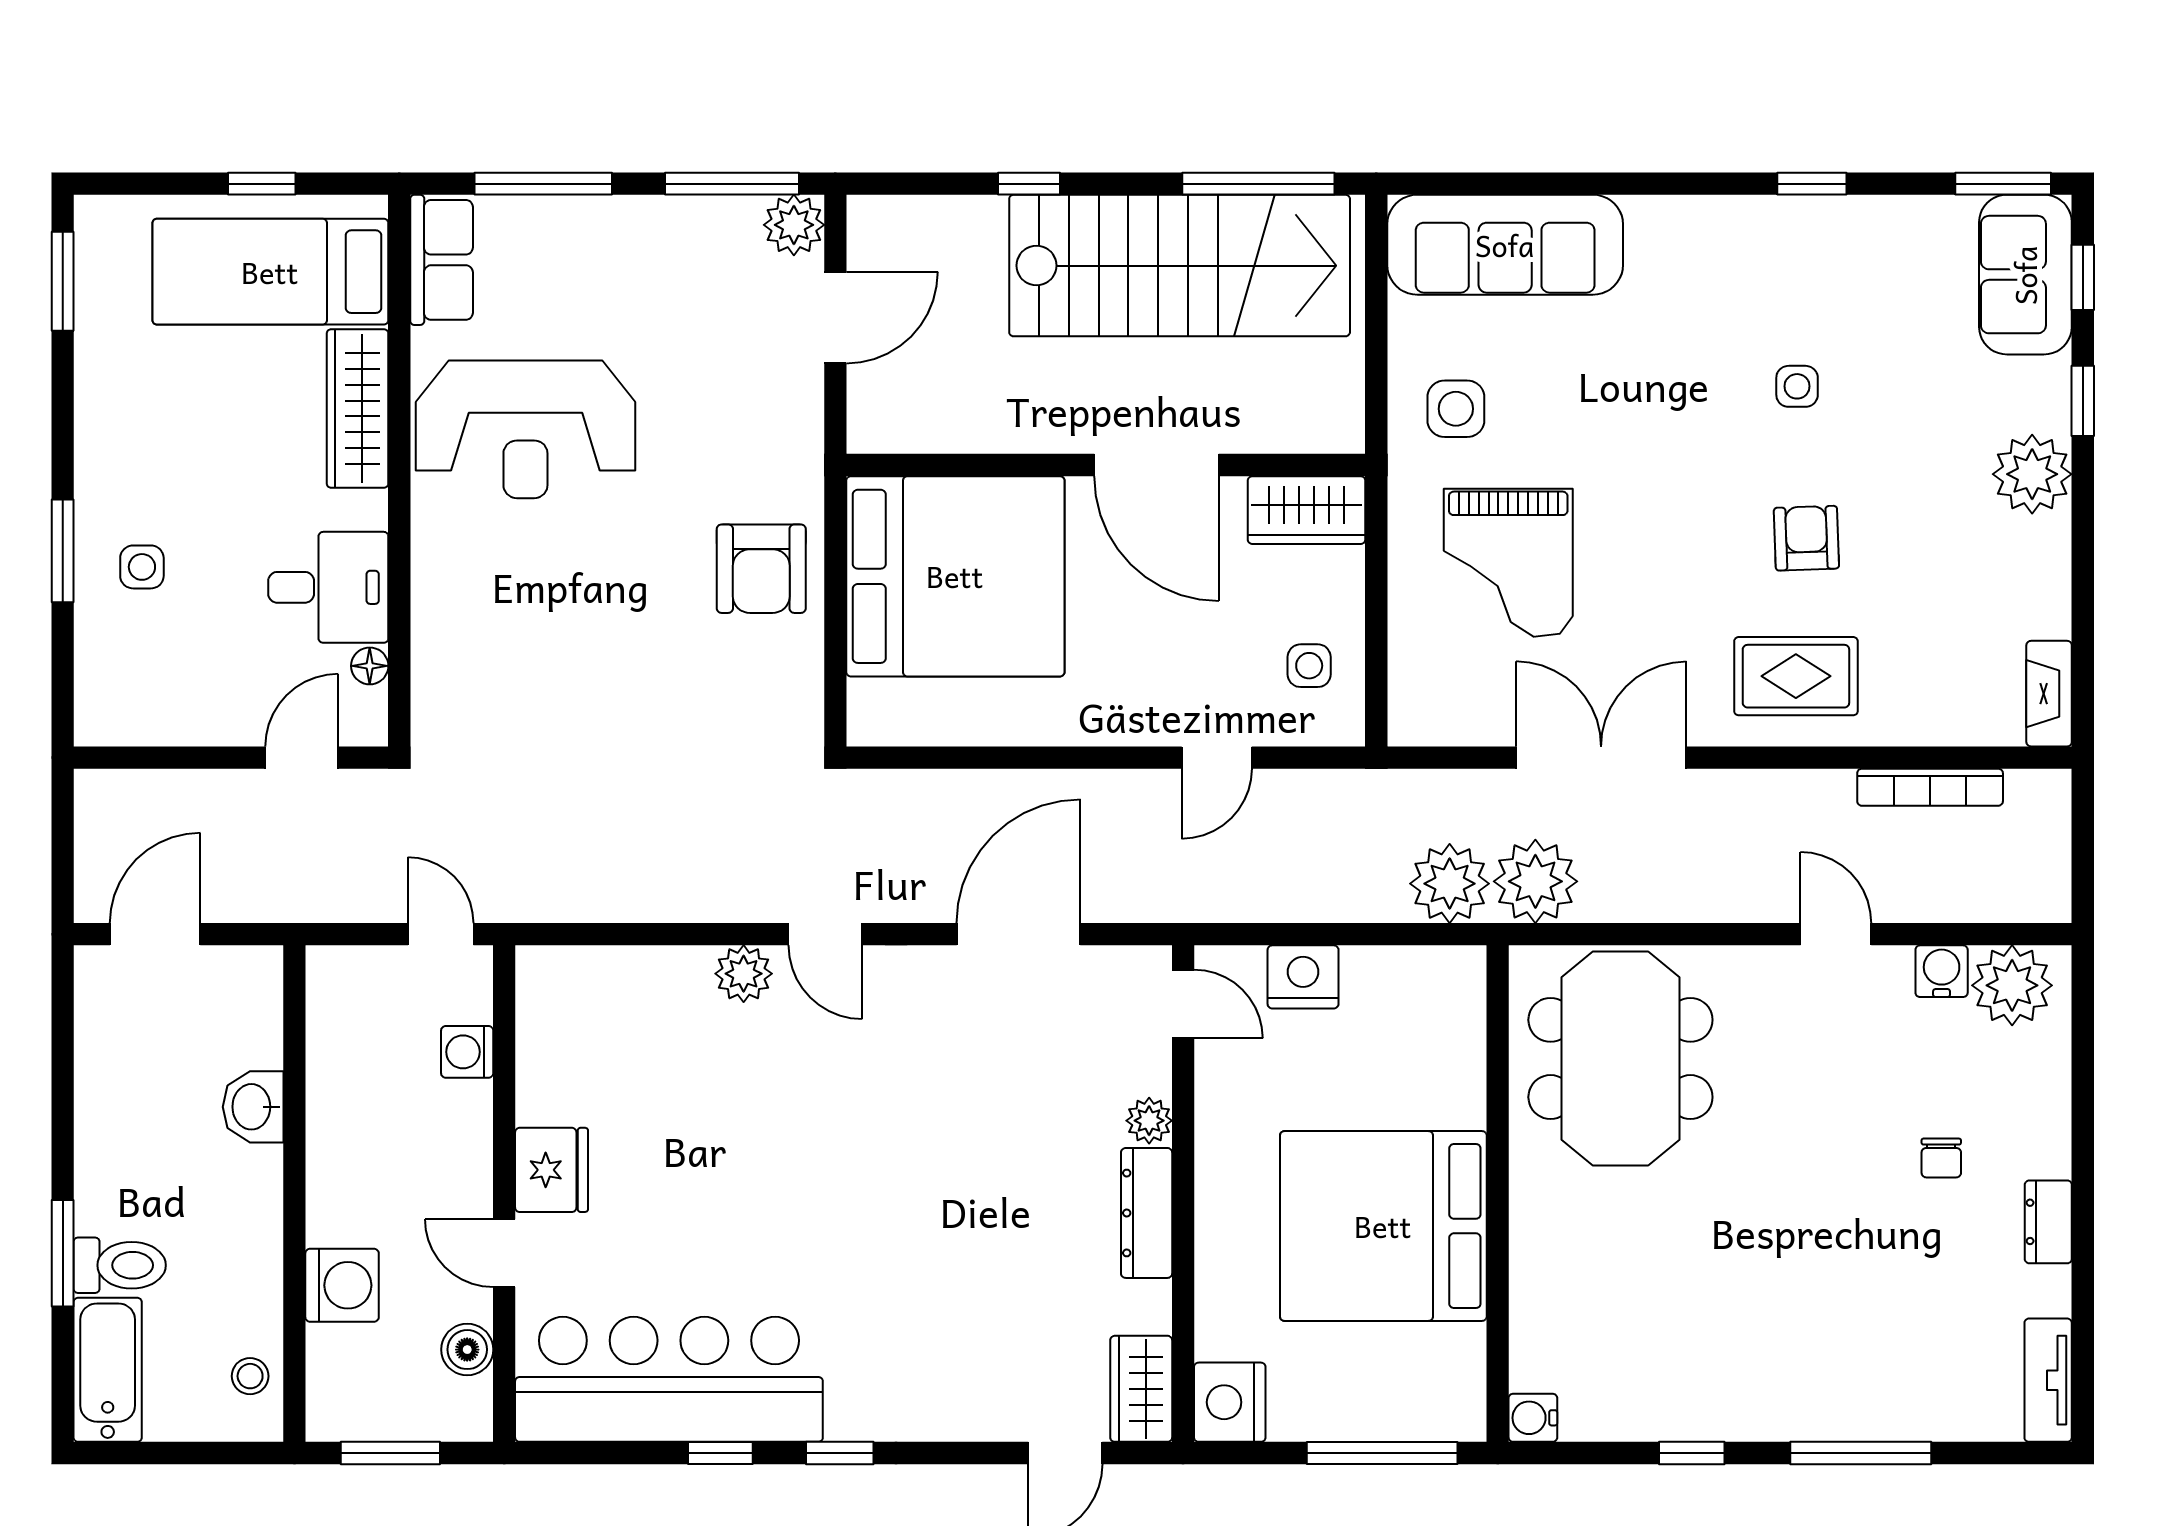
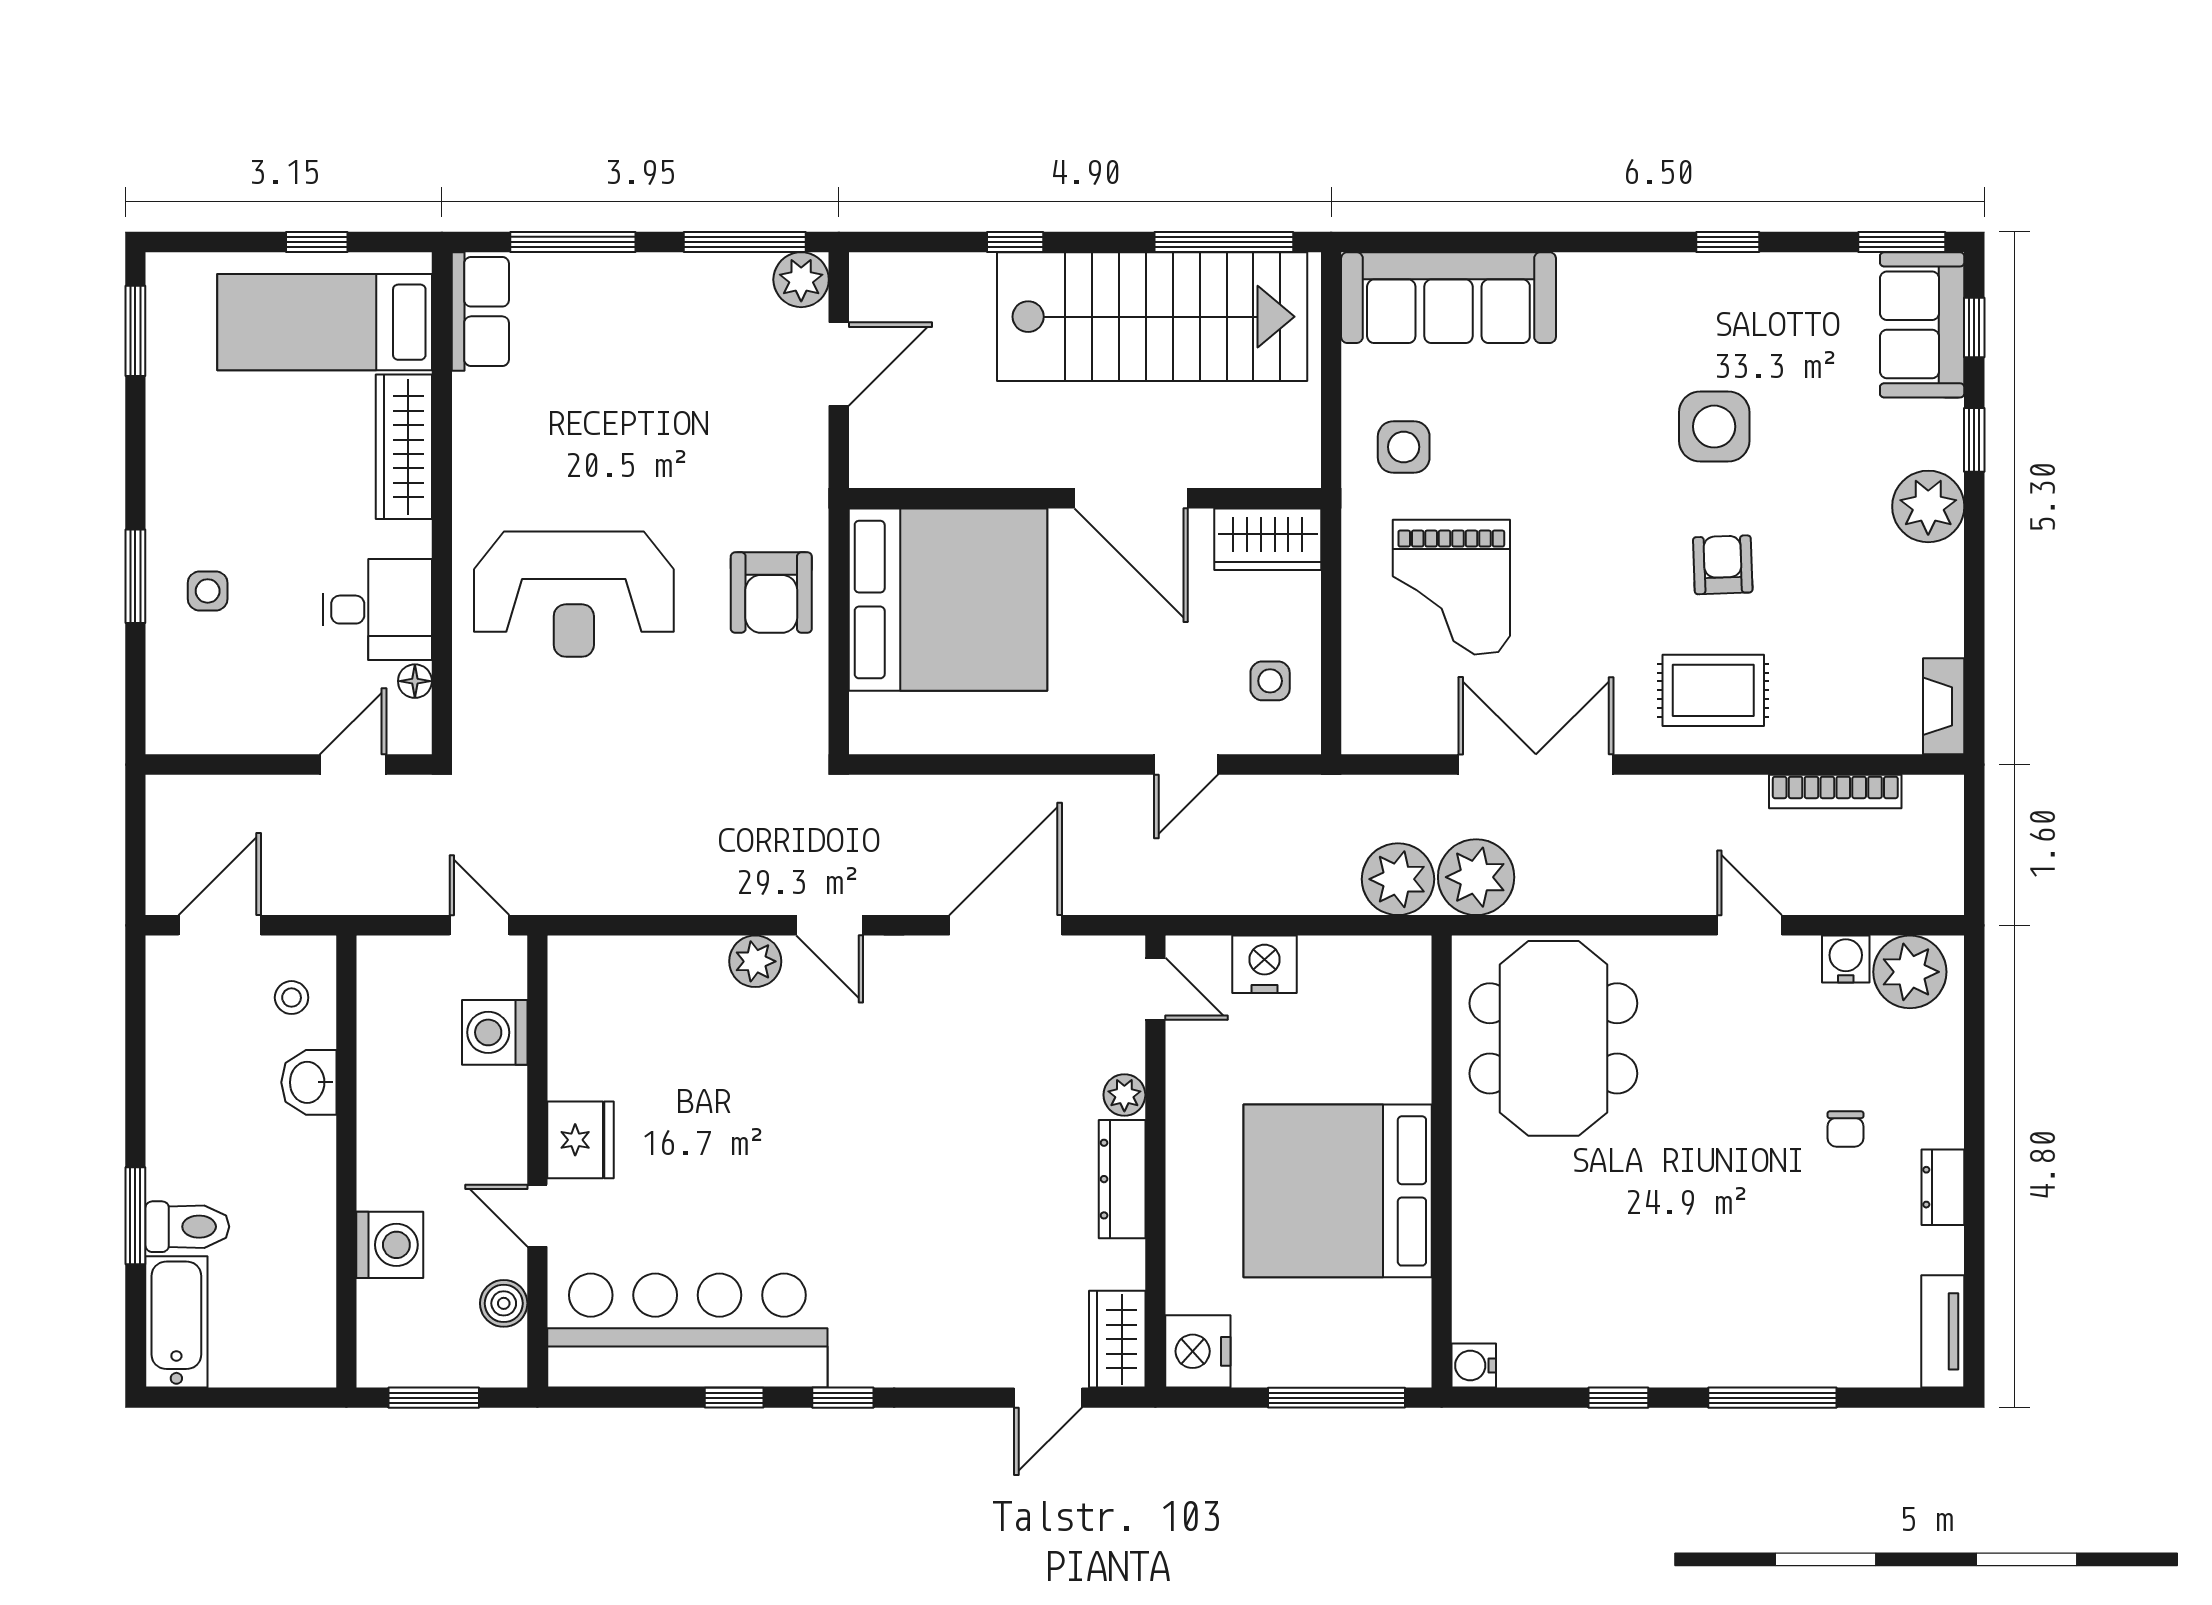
side table: (1797, 386) -> (1714, 427), width x1.87, depth x1.87
reception desk: (525, 429) -> (574, 594), moved
washing machine: (467, 1052) -> (495, 1032), width x1.38, depth x1.38
stool: (250, 1376) -> (292, 998), moved

